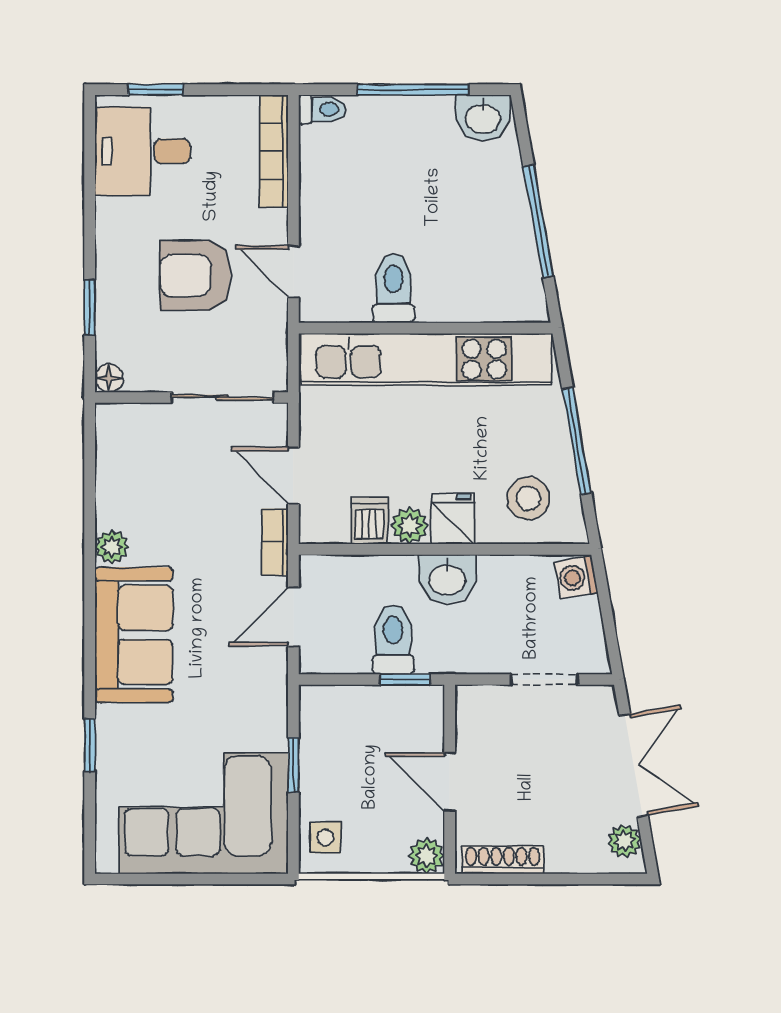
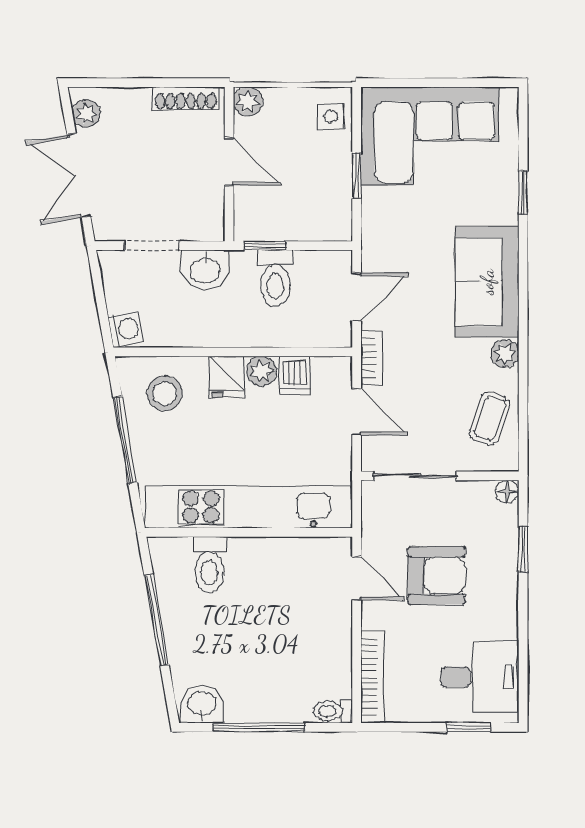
toilet: (393, 289) -> (209, 565), moved
coffee table: (130, 468) -> (490, 418), added
washbasin: (447, 579) -> (205, 270), moved, turned 180

